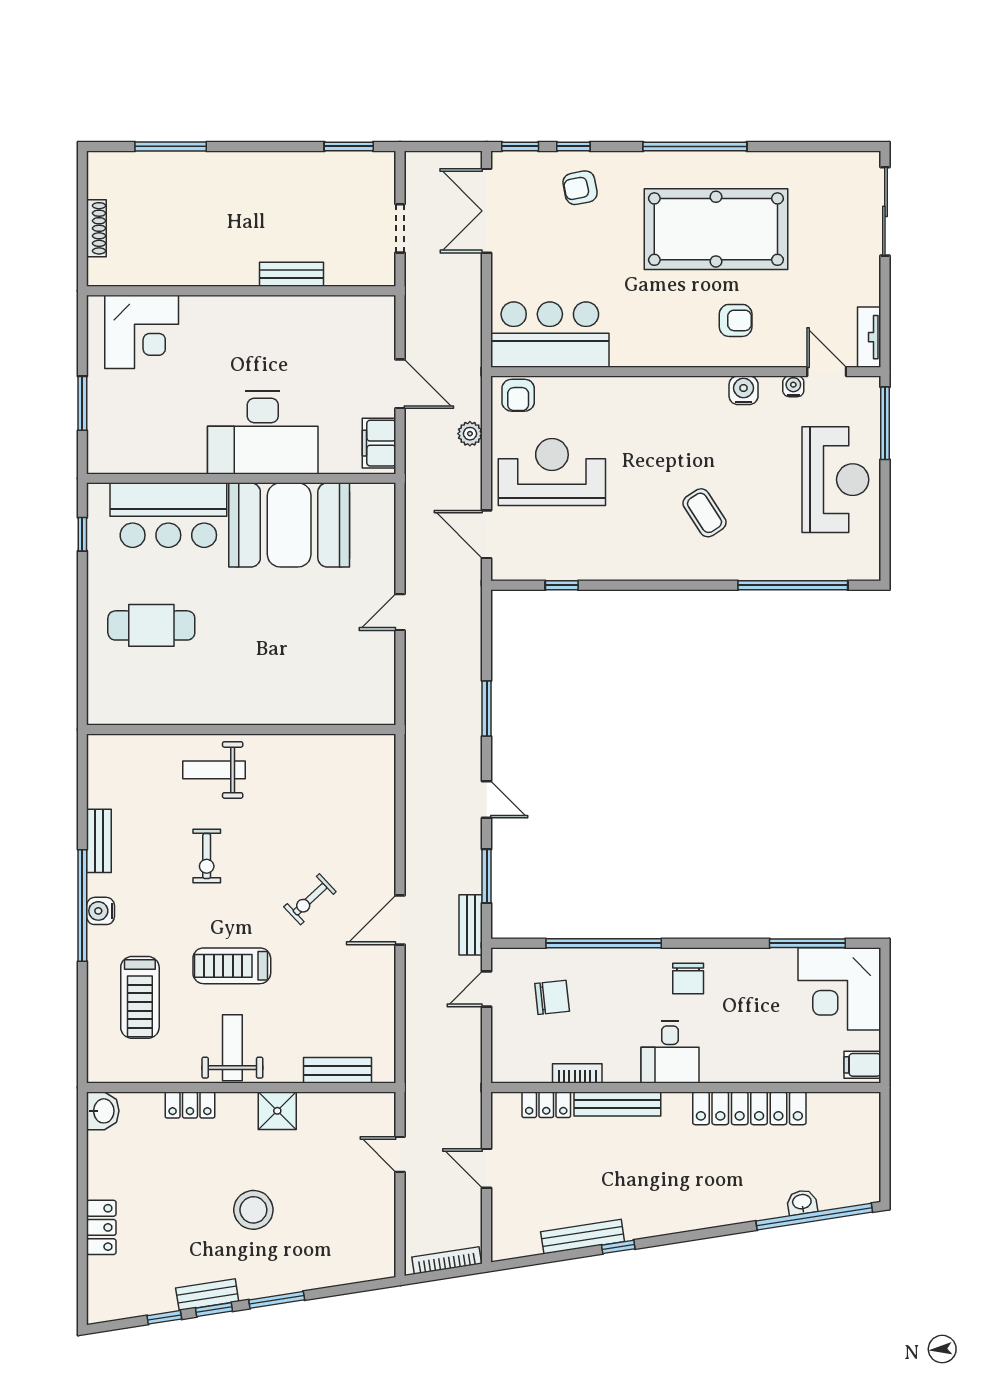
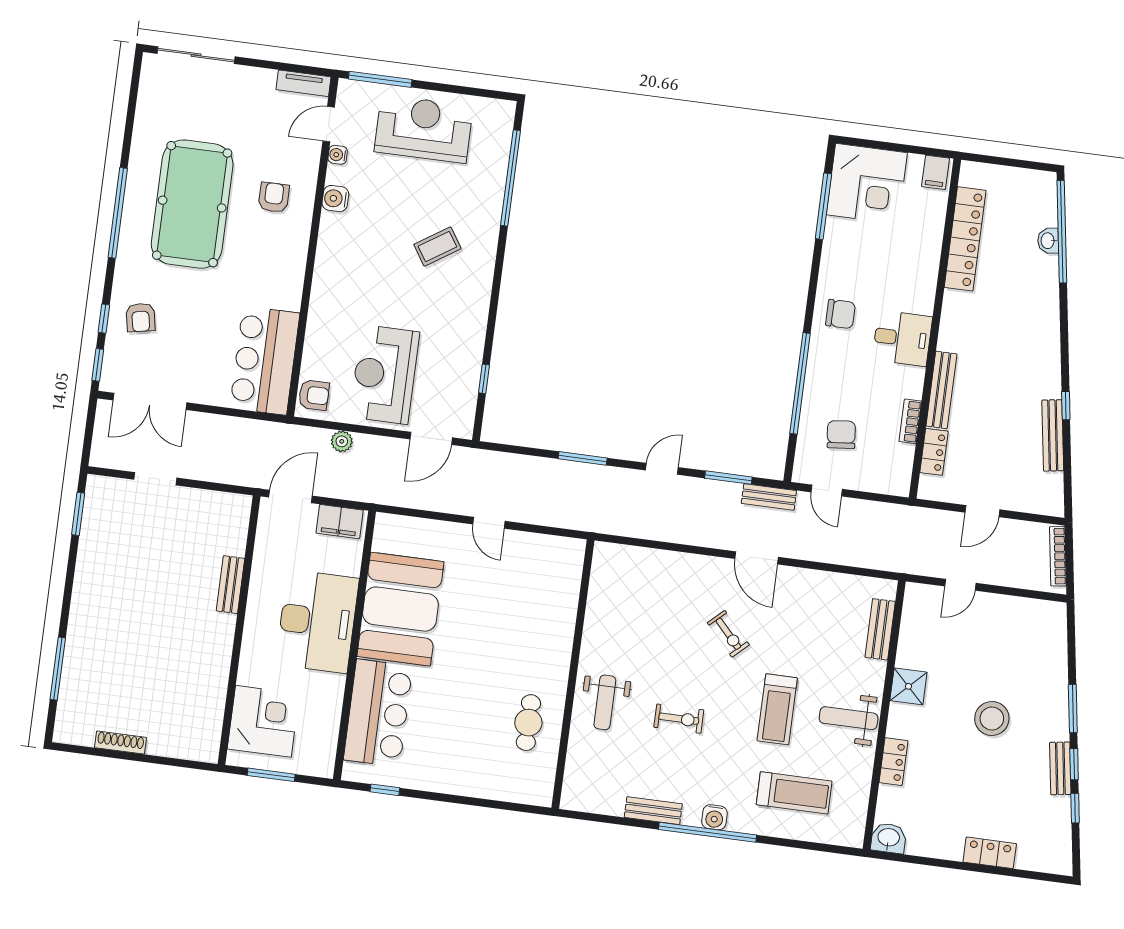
bench: (292, 274) -> (230, 585), moved
wall: (241, 291) -> (239, 630), moved
corner desk: (142, 332) -> (263, 721), moved
cafe table: (151, 625) -> (528, 723), moved, width x0.73, depth x0.74
locker: (749, 1108) -> (965, 239), moved

